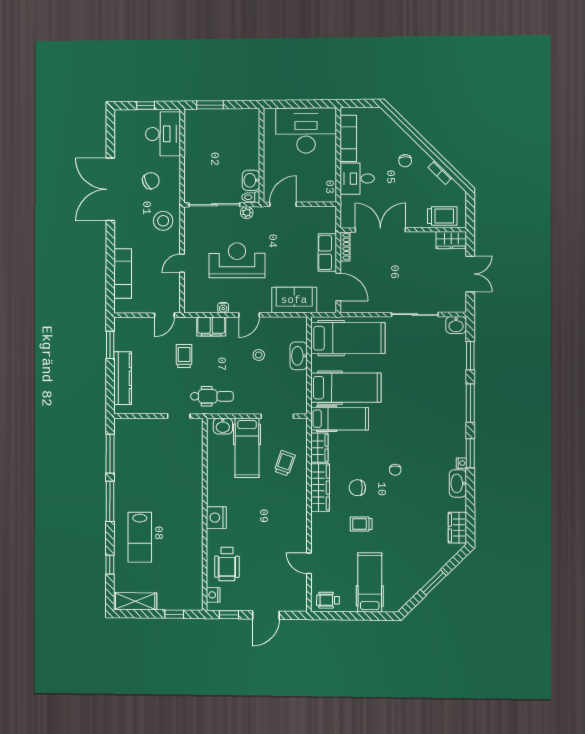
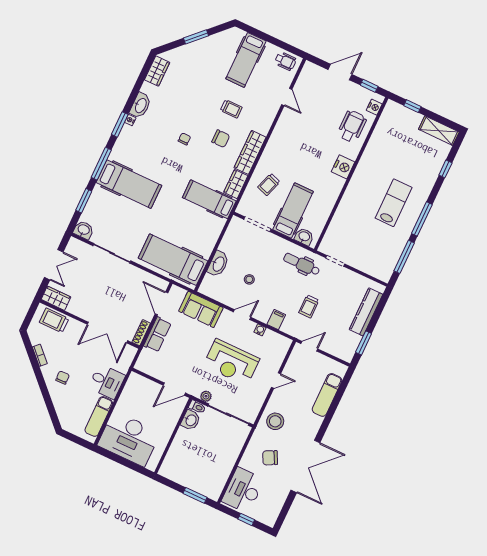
double door: (470, 274) -> (54, 265), swing flipped
filing cabinet: (211, 326) -> (276, 320), width x0.50
hospital bed: (346, 388) -> (129, 184), moved, turned 180
lab bench: (140, 537) -> (394, 203), moved

